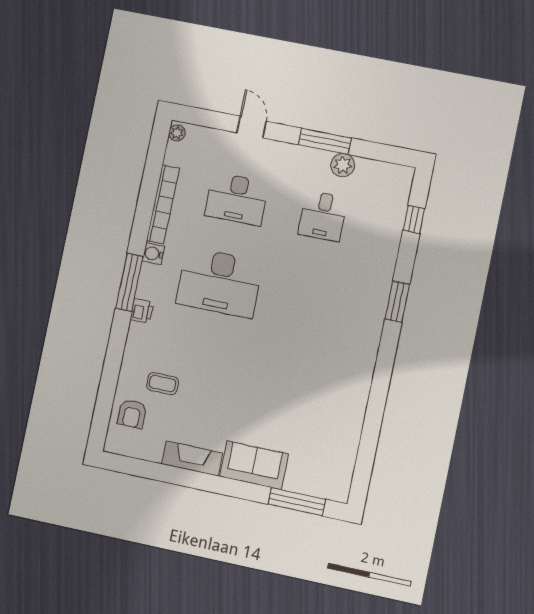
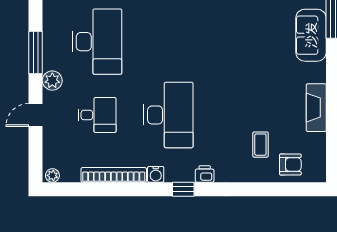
plant: (343, 165) -> (52, 81), moved
desk: (237, 199) -> (97, 115), width x0.73
desk: (323, 216) -> (97, 42), width x1.87, depth x1.30
window: (129, 282) -> (183, 189), width x0.46
sofa: (254, 465) -> (311, 35), moved

